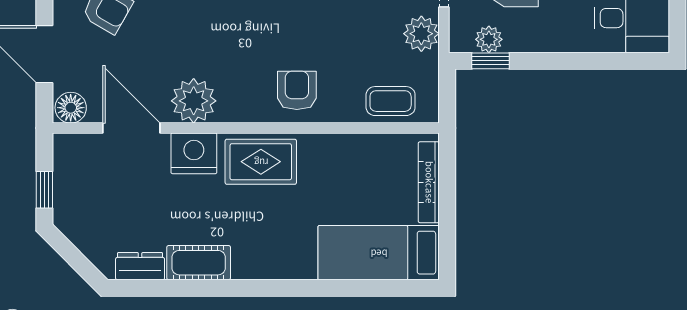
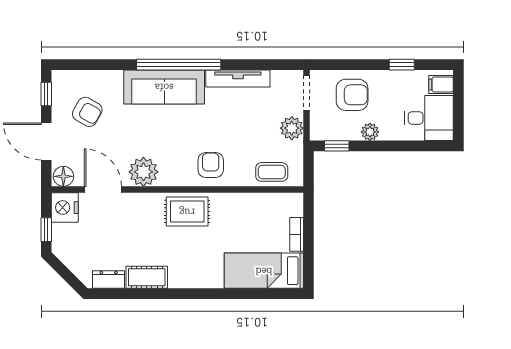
plant: (489, 39) -> (370, 132), moved
nightstand: (194, 153) -> (65, 208), moved, turned -90
bookcase: (429, 182) -> (297, 234), width x0.64

